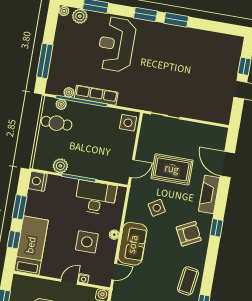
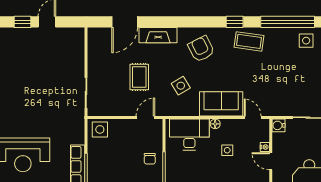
chair: (92, 166) -> (150, 159), added
door: (132, 168) -> (145, 118), hinge flipped
rug: (172, 169) -> (139, 77), width x0.73, depth x0.70
desk: (96, 198) -> (189, 135), moved, turned 90
window: (216, 228) -> (235, 22), moved
side table: (87, 242) -> (227, 150), width x0.54, depth x0.54

